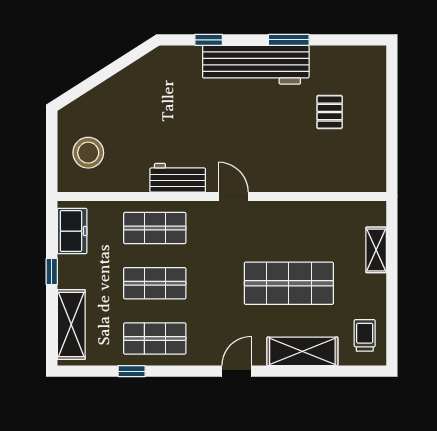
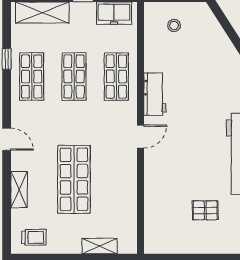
stool: (88, 153) -> (174, 25), width x0.53, depth x0.53
shelving: (302, 351) -> (19, 190), width x0.67, depth x0.75

